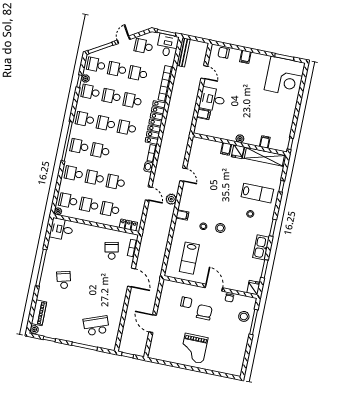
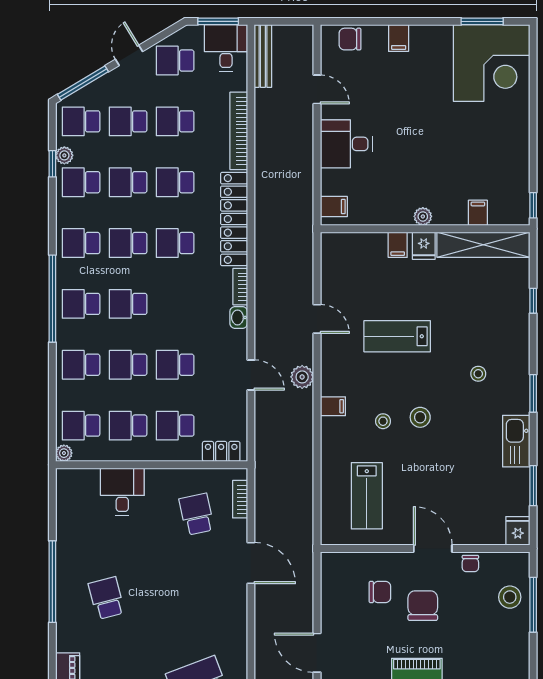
filing cabinet: (204, 114) -> (334, 207), moved
lab bench: (257, 193) -> (397, 336), moved, turned 180
desk: (61, 229) -> (122, 492), moved, turned 90

